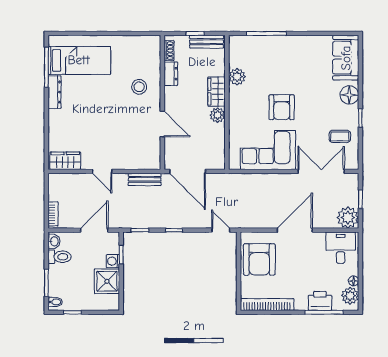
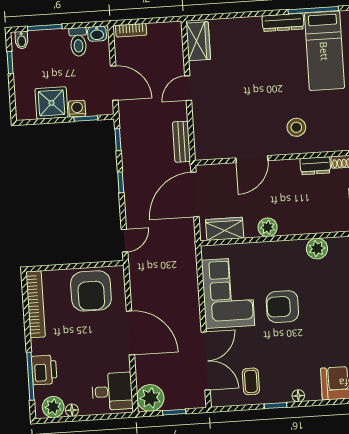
wardrobe: (217, 92) -> (225, 229), moved
floor lamp: (349, 95) -> (298, 396), width x0.53, depth x0.53
armchair: (259, 259) -> (91, 291), turned -90

